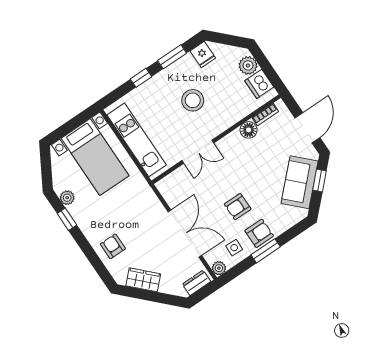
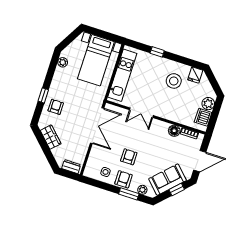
window: (172, 57) -> (181, 60), removed
stool: (193, 100) -> (174, 81), moved
armchair: (238, 207) -> (129, 157), turned 90
window: (67, 219) -> (43, 95), moved
armchair: (259, 233) -> (123, 179), turned -90
double door: (185, 234) -> (97, 126), moved
window: (266, 251) -> (129, 194), moved
plant: (219, 268) -> (142, 190), moved

